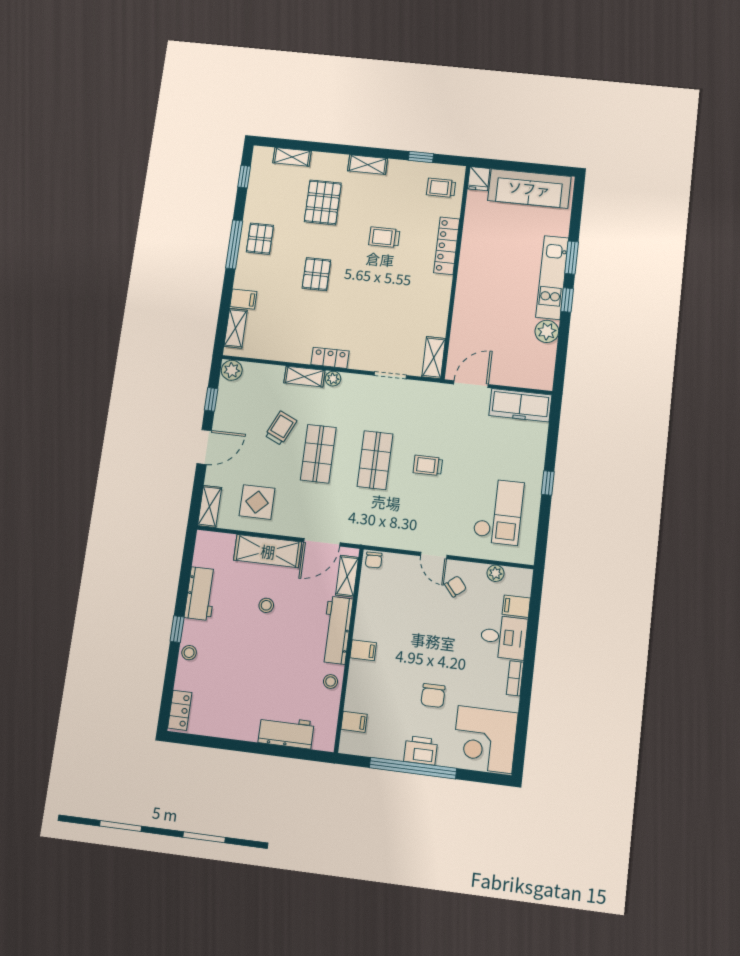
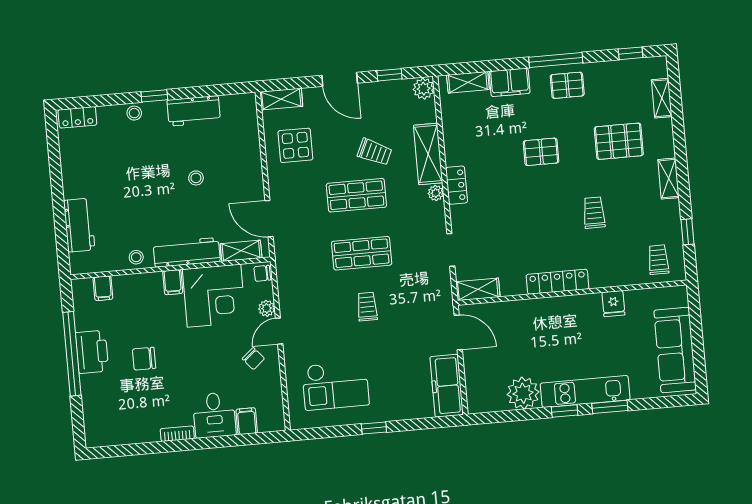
fridge: (479, 179) -> (613, 304), moved, turned -90
locker: (447, 246) -> (557, 282), moved
filing cabinet: (243, 299) -> (510, 82), width x2.00
plant: (547, 331) -> (523, 393), width x1.36, depth x1.36
shelving: (304, 377) -> (428, 154), width x1.50, depth x1.33
shelving: (268, 551) -> (249, 167), removed
plant: (496, 573) -> (267, 308), moved
corner desk: (485, 740) -> (214, 296), moved, turned 180
printer: (421, 750) -> (92, 352), width x1.37, depth x1.19

